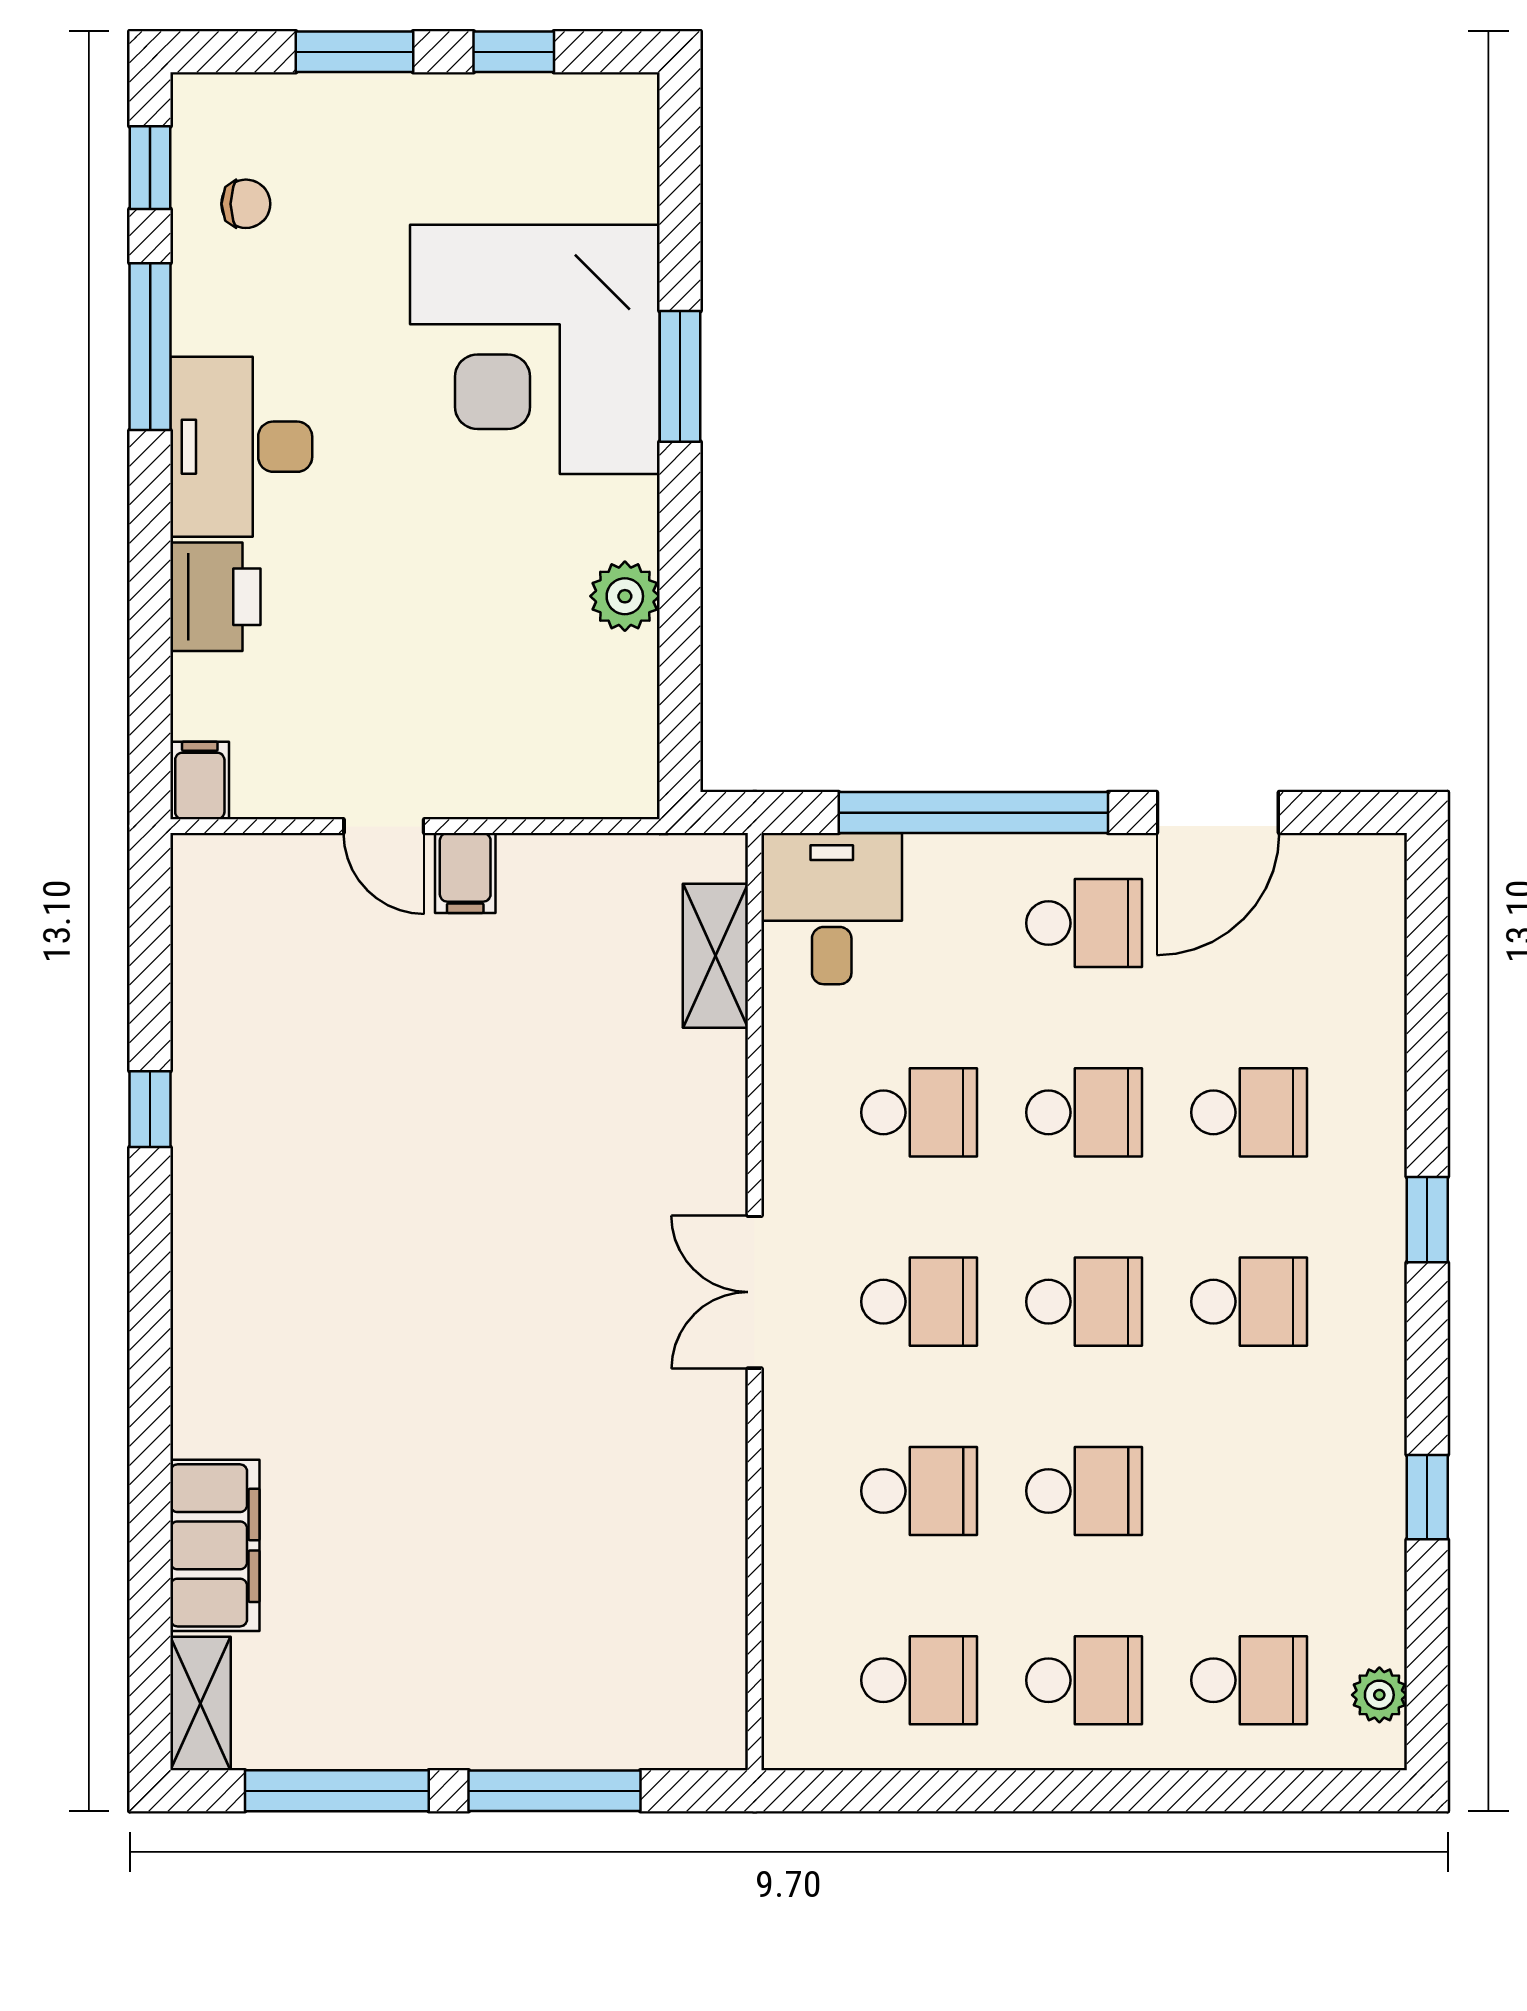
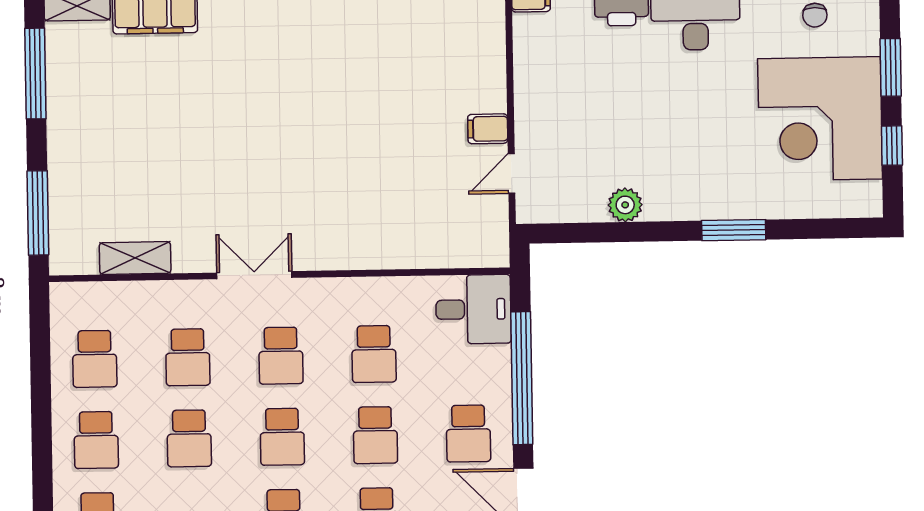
corner desk: (535, 349) -> (820, 119), moved, turned -90
door: (384, 826) -> (512, 173), moved
shelving: (715, 956) -> (135, 258), moved
double door: (755, 1292) -> (254, 275), moved
window: (554, 1791) -> (38, 213), moved

